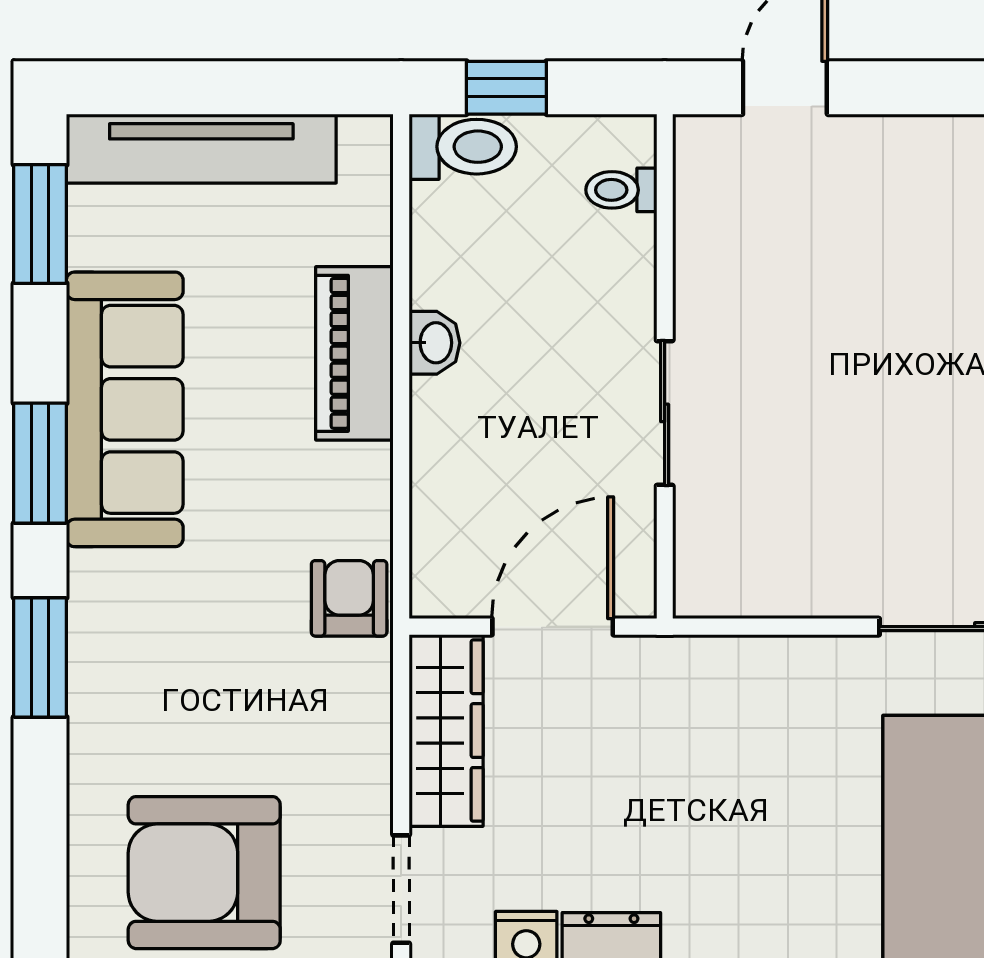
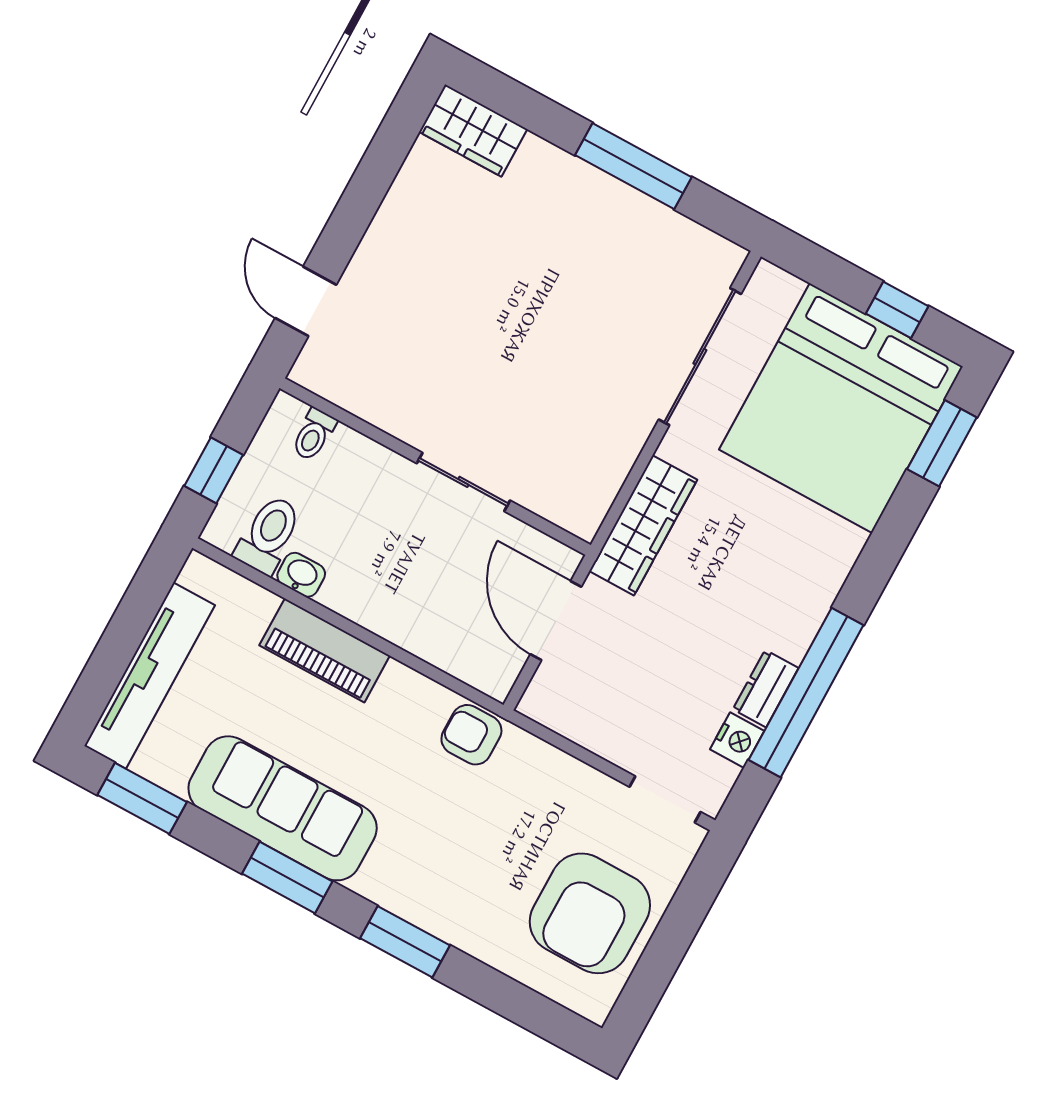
toilet: (463, 147) -> (268, 535), moved
washbasin: (434, 343) -> (301, 575), moved
wardrobe: (446, 731) -> (643, 525), moved, turned 90

